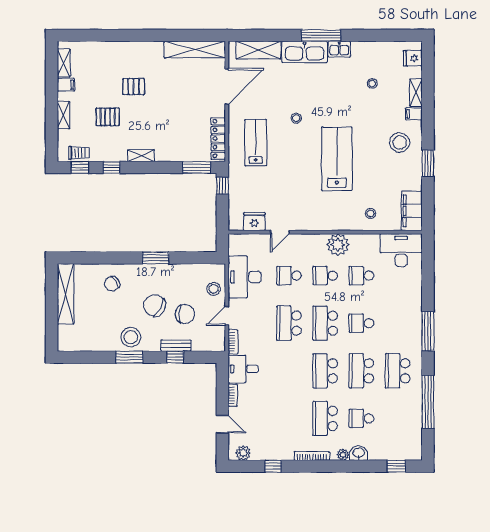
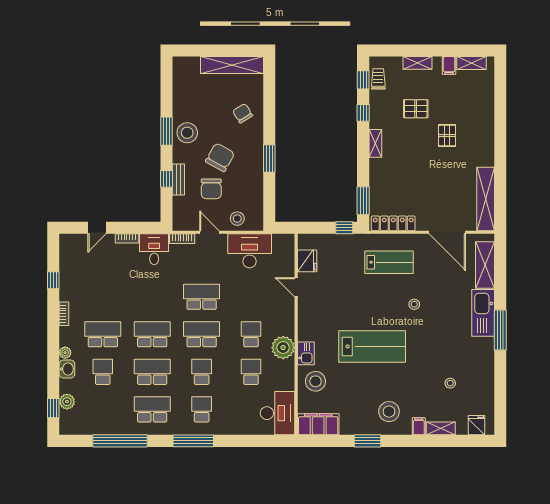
kitchen sink: (339, 49) -> (306, 353), moved, turned 180
pallet: (108, 117) -> (416, 109), turned 90
trolley: (79, 153) -> (378, 79), turned 180
stool: (370, 213) -> (315, 381), width x1.89, depth x1.89
school desk: (289, 276) -> (202, 409), moved
plant: (243, 453) -> (67, 402), moved
bookcase: (312, 456) -> (64, 314), width x0.64

